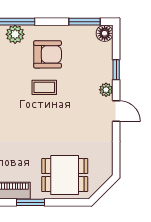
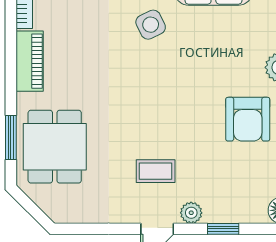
coffee table: (44, 87) -> (156, 171), moved, turned 90
window: (30, 202) -> (11, 138), moved

